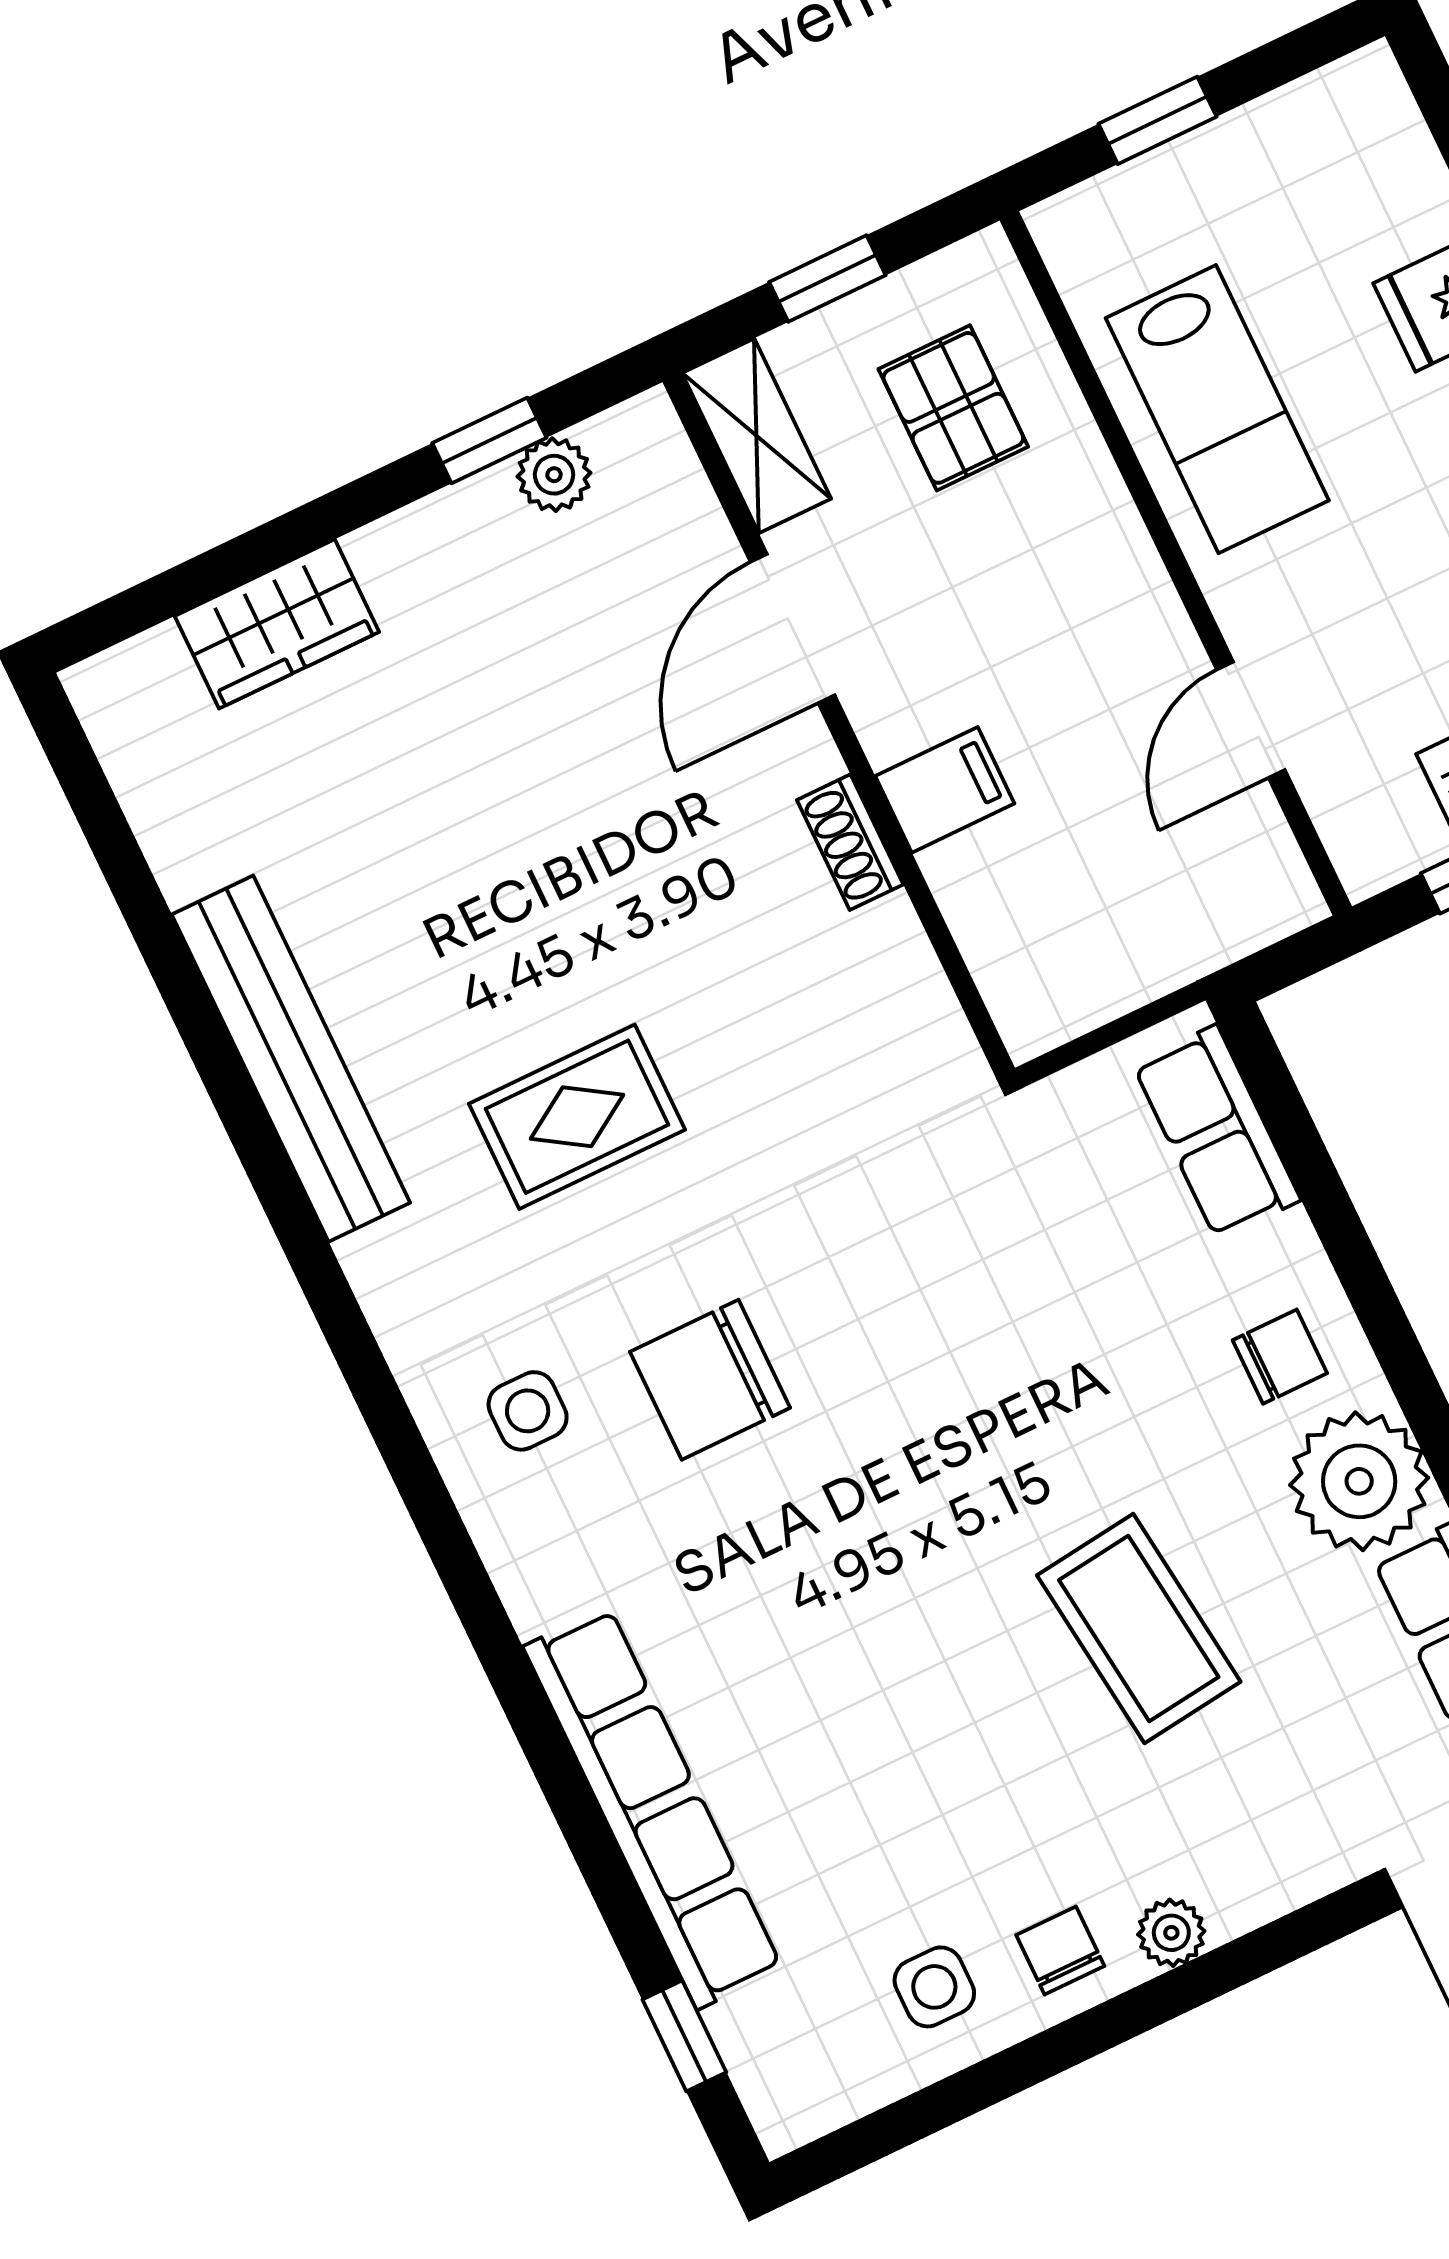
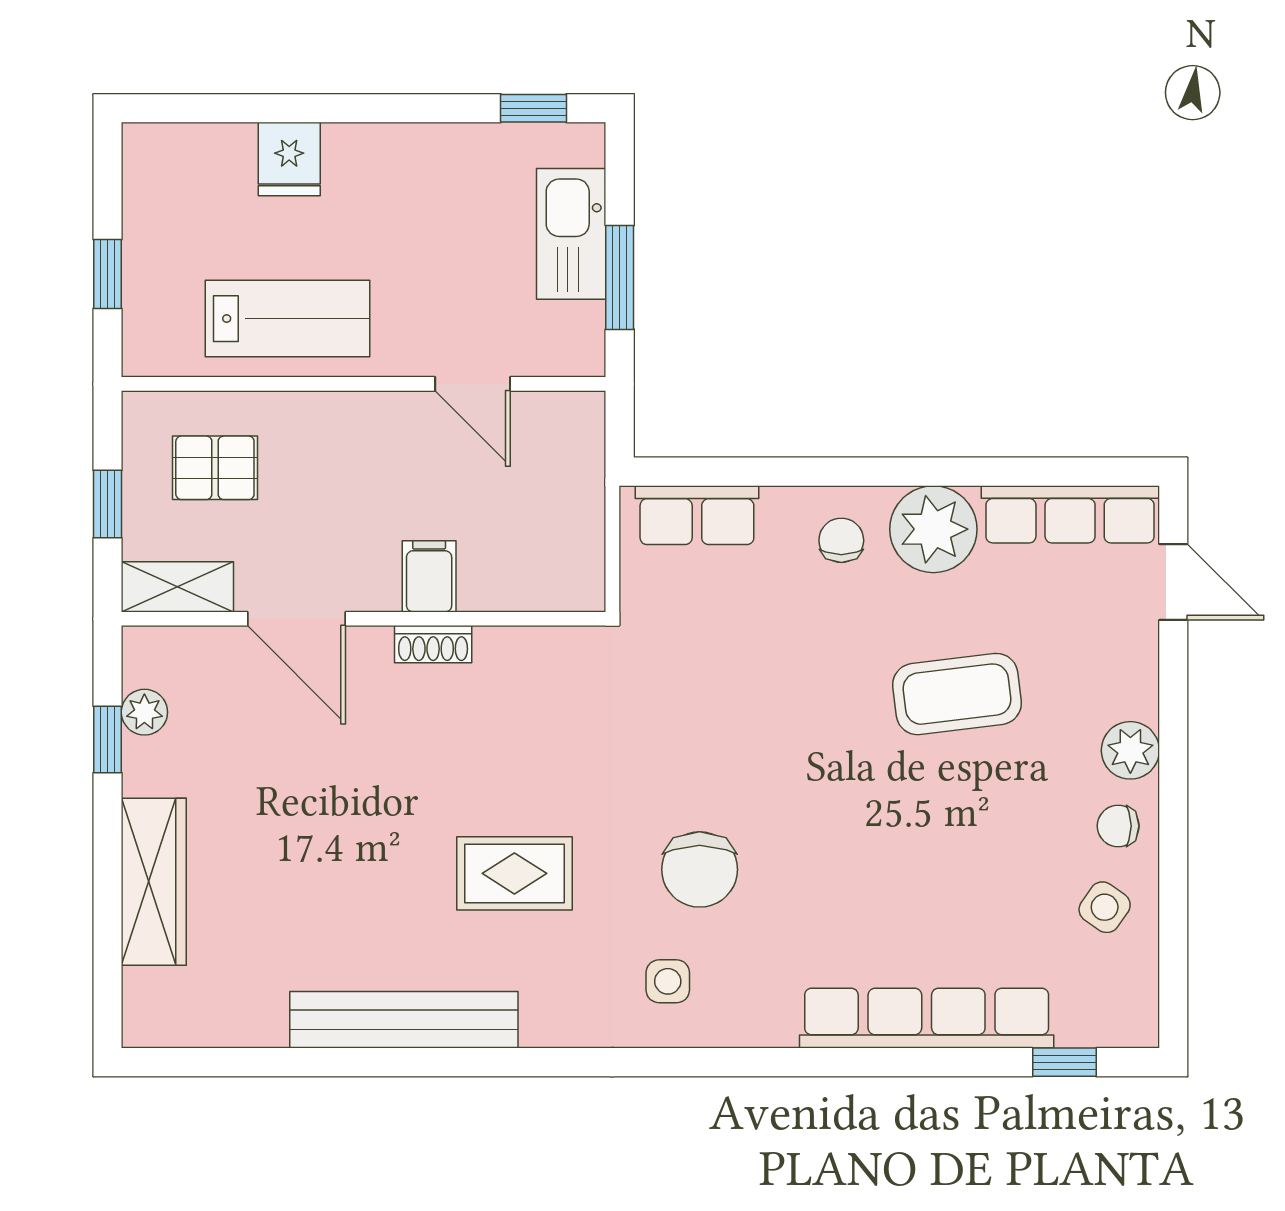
wardrobe: (277, 624) -> (154, 882), width x1.50
rug: (577, 1117) -> (514, 873), turned 90
plant: (1171, 1933) -> (1130, 750), width x1.38, depth x1.38
side table: (934, 1987) -> (1105, 907), turned 35

